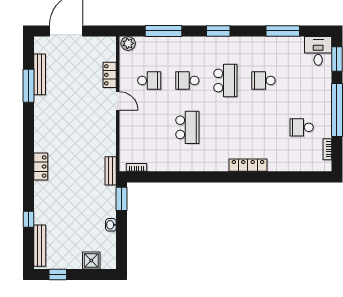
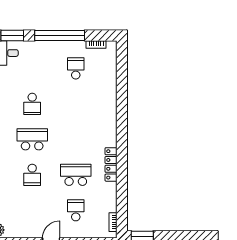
school desk: (149, 81) -> (76, 210), moved
school desk: (302, 127) -> (76, 68), turned 180
locker: (248, 165) -> (111, 164), moved

